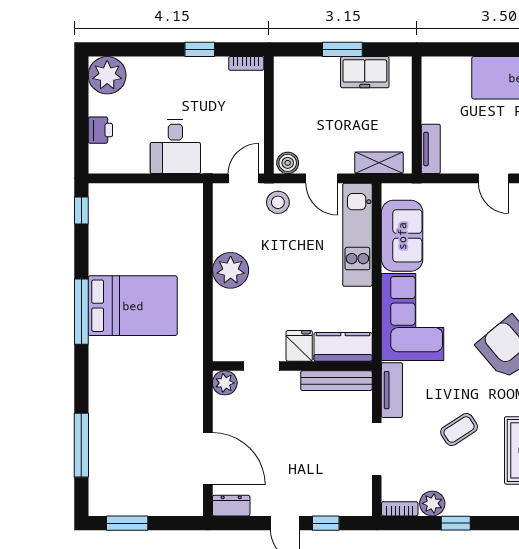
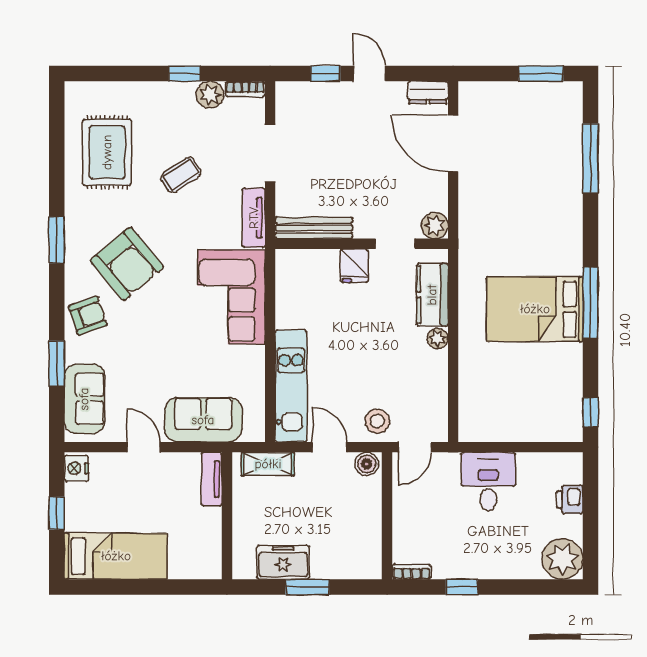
sofa: (402, 236) -> (203, 420), moved, turned 90
plant: (231, 270) -> (438, 338), width x0.53, depth x0.53
kitchen counter: (343, 347) -> (432, 295), moved, turned 90

